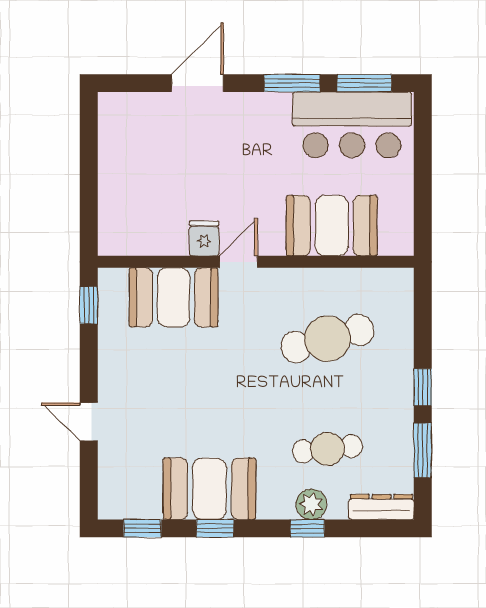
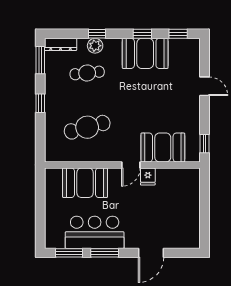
bar counter: (352, 125) -> (95, 232), moved
window: (423, 450) -> (40, 60), moved

